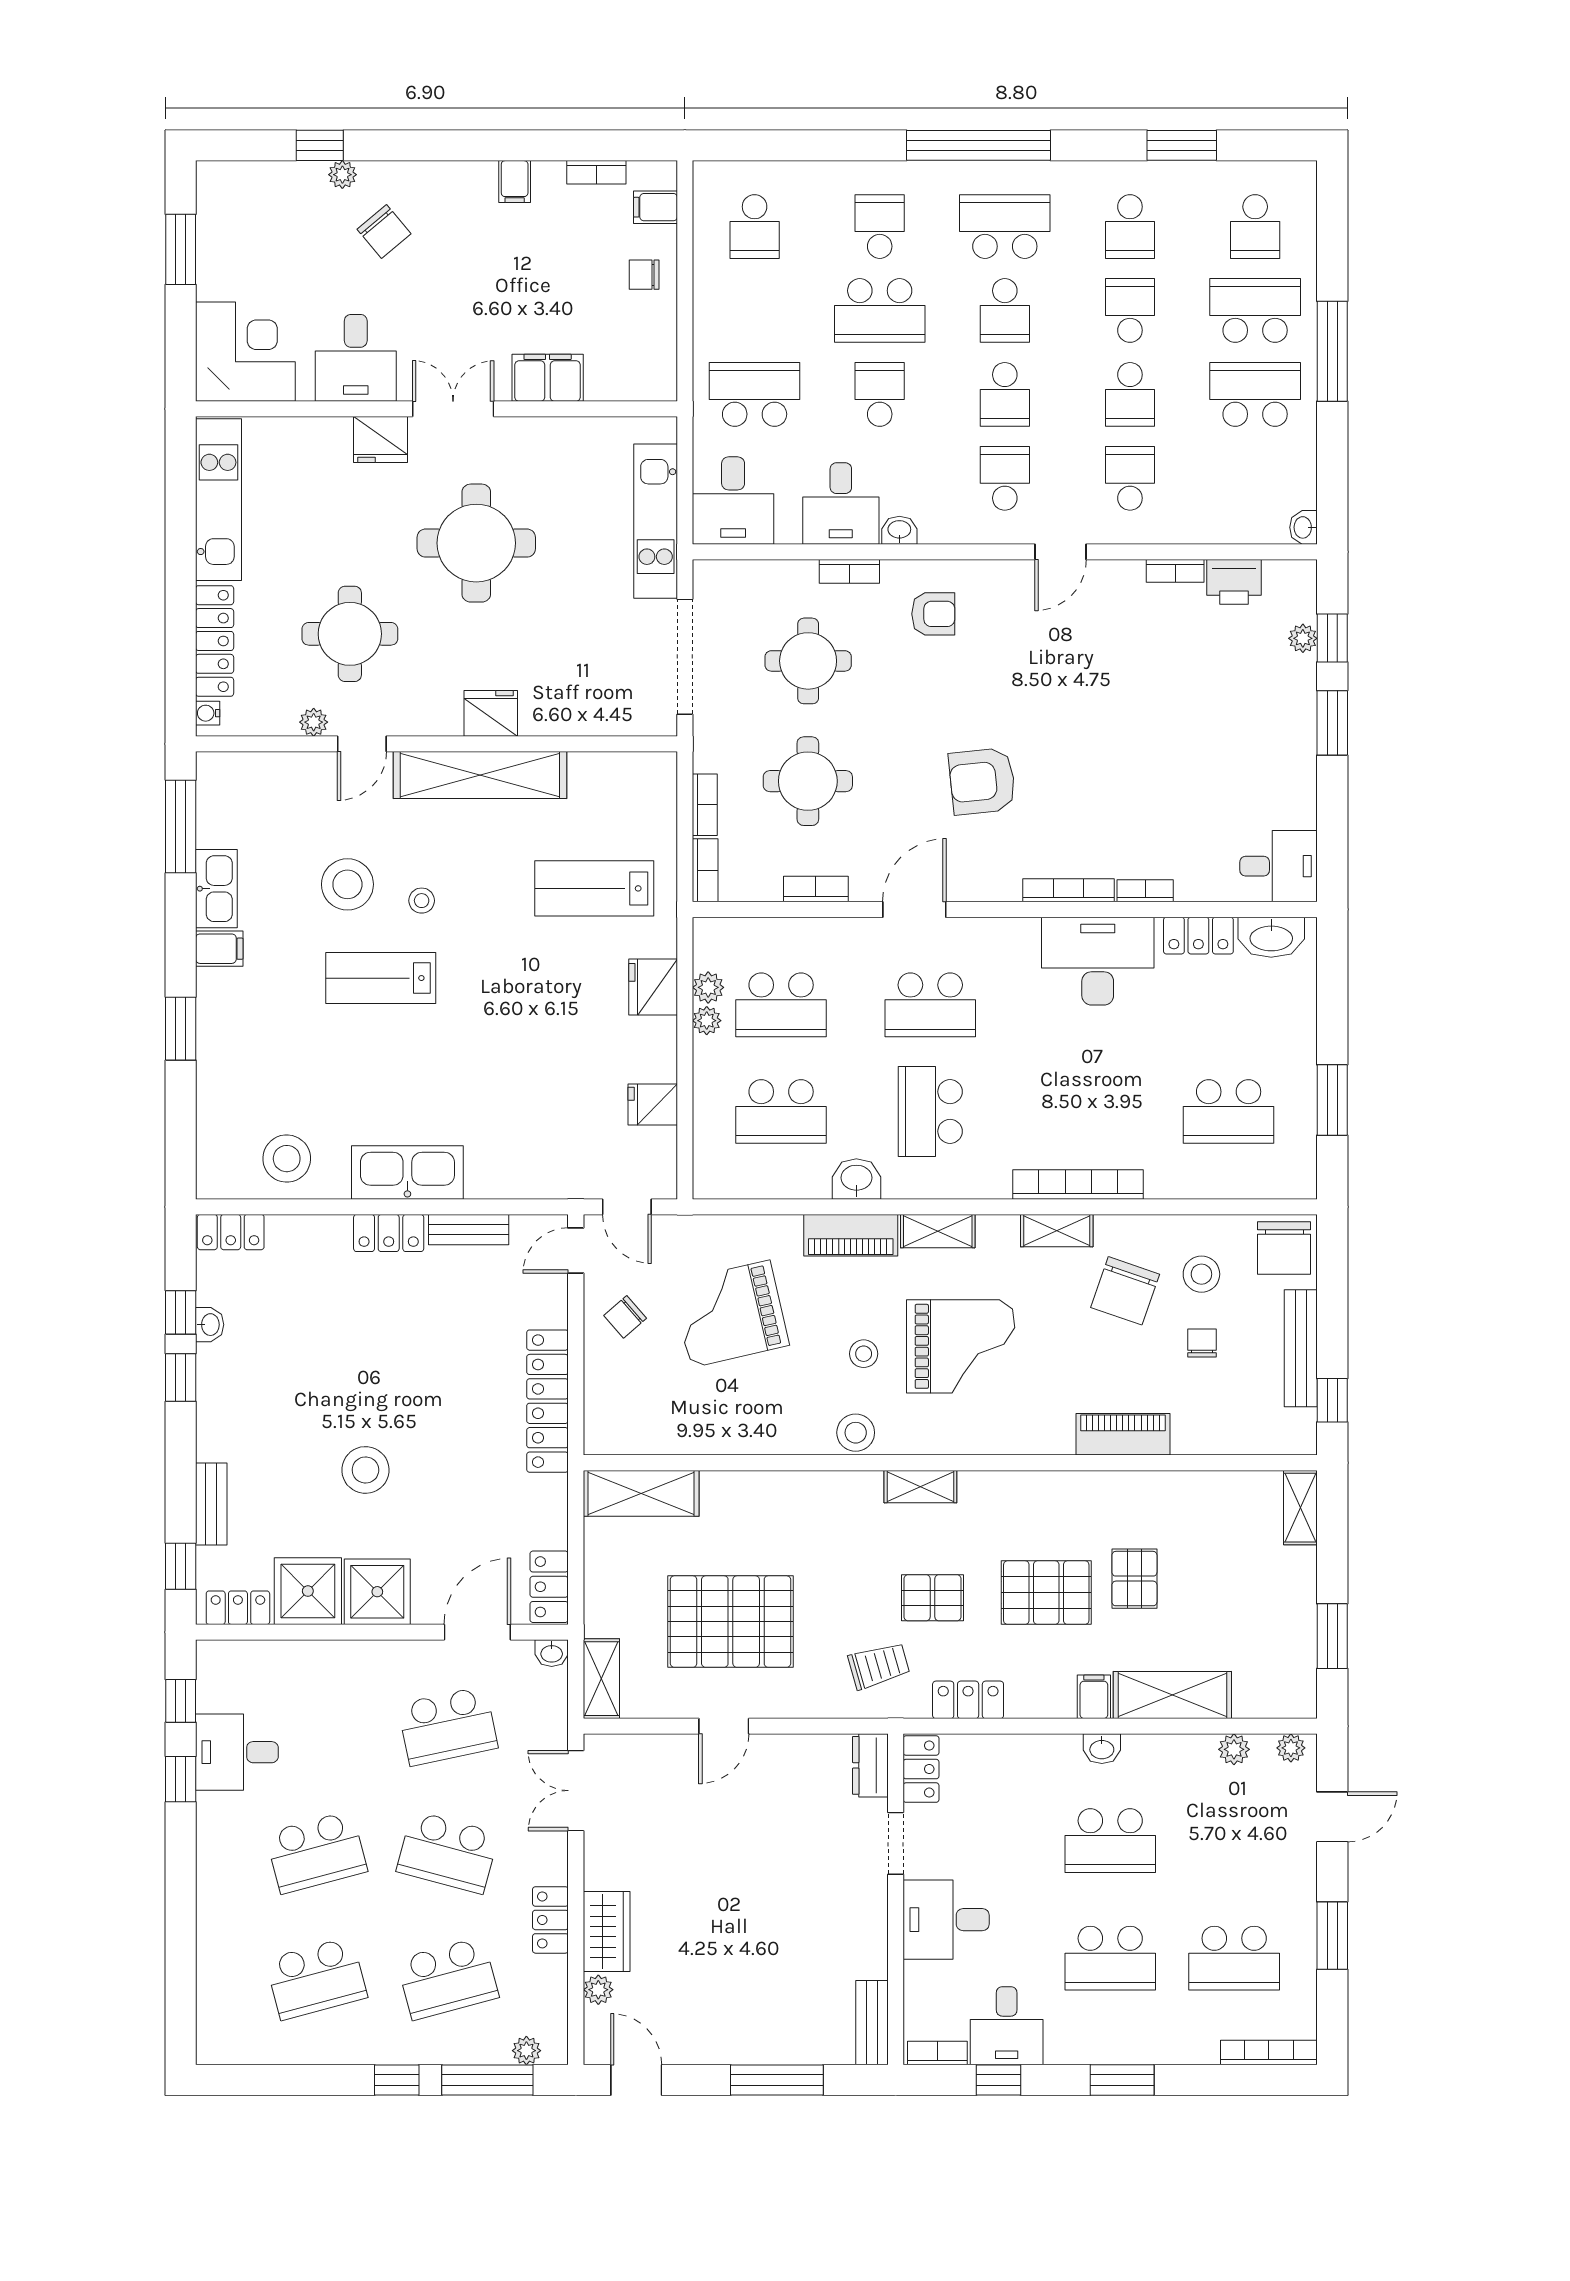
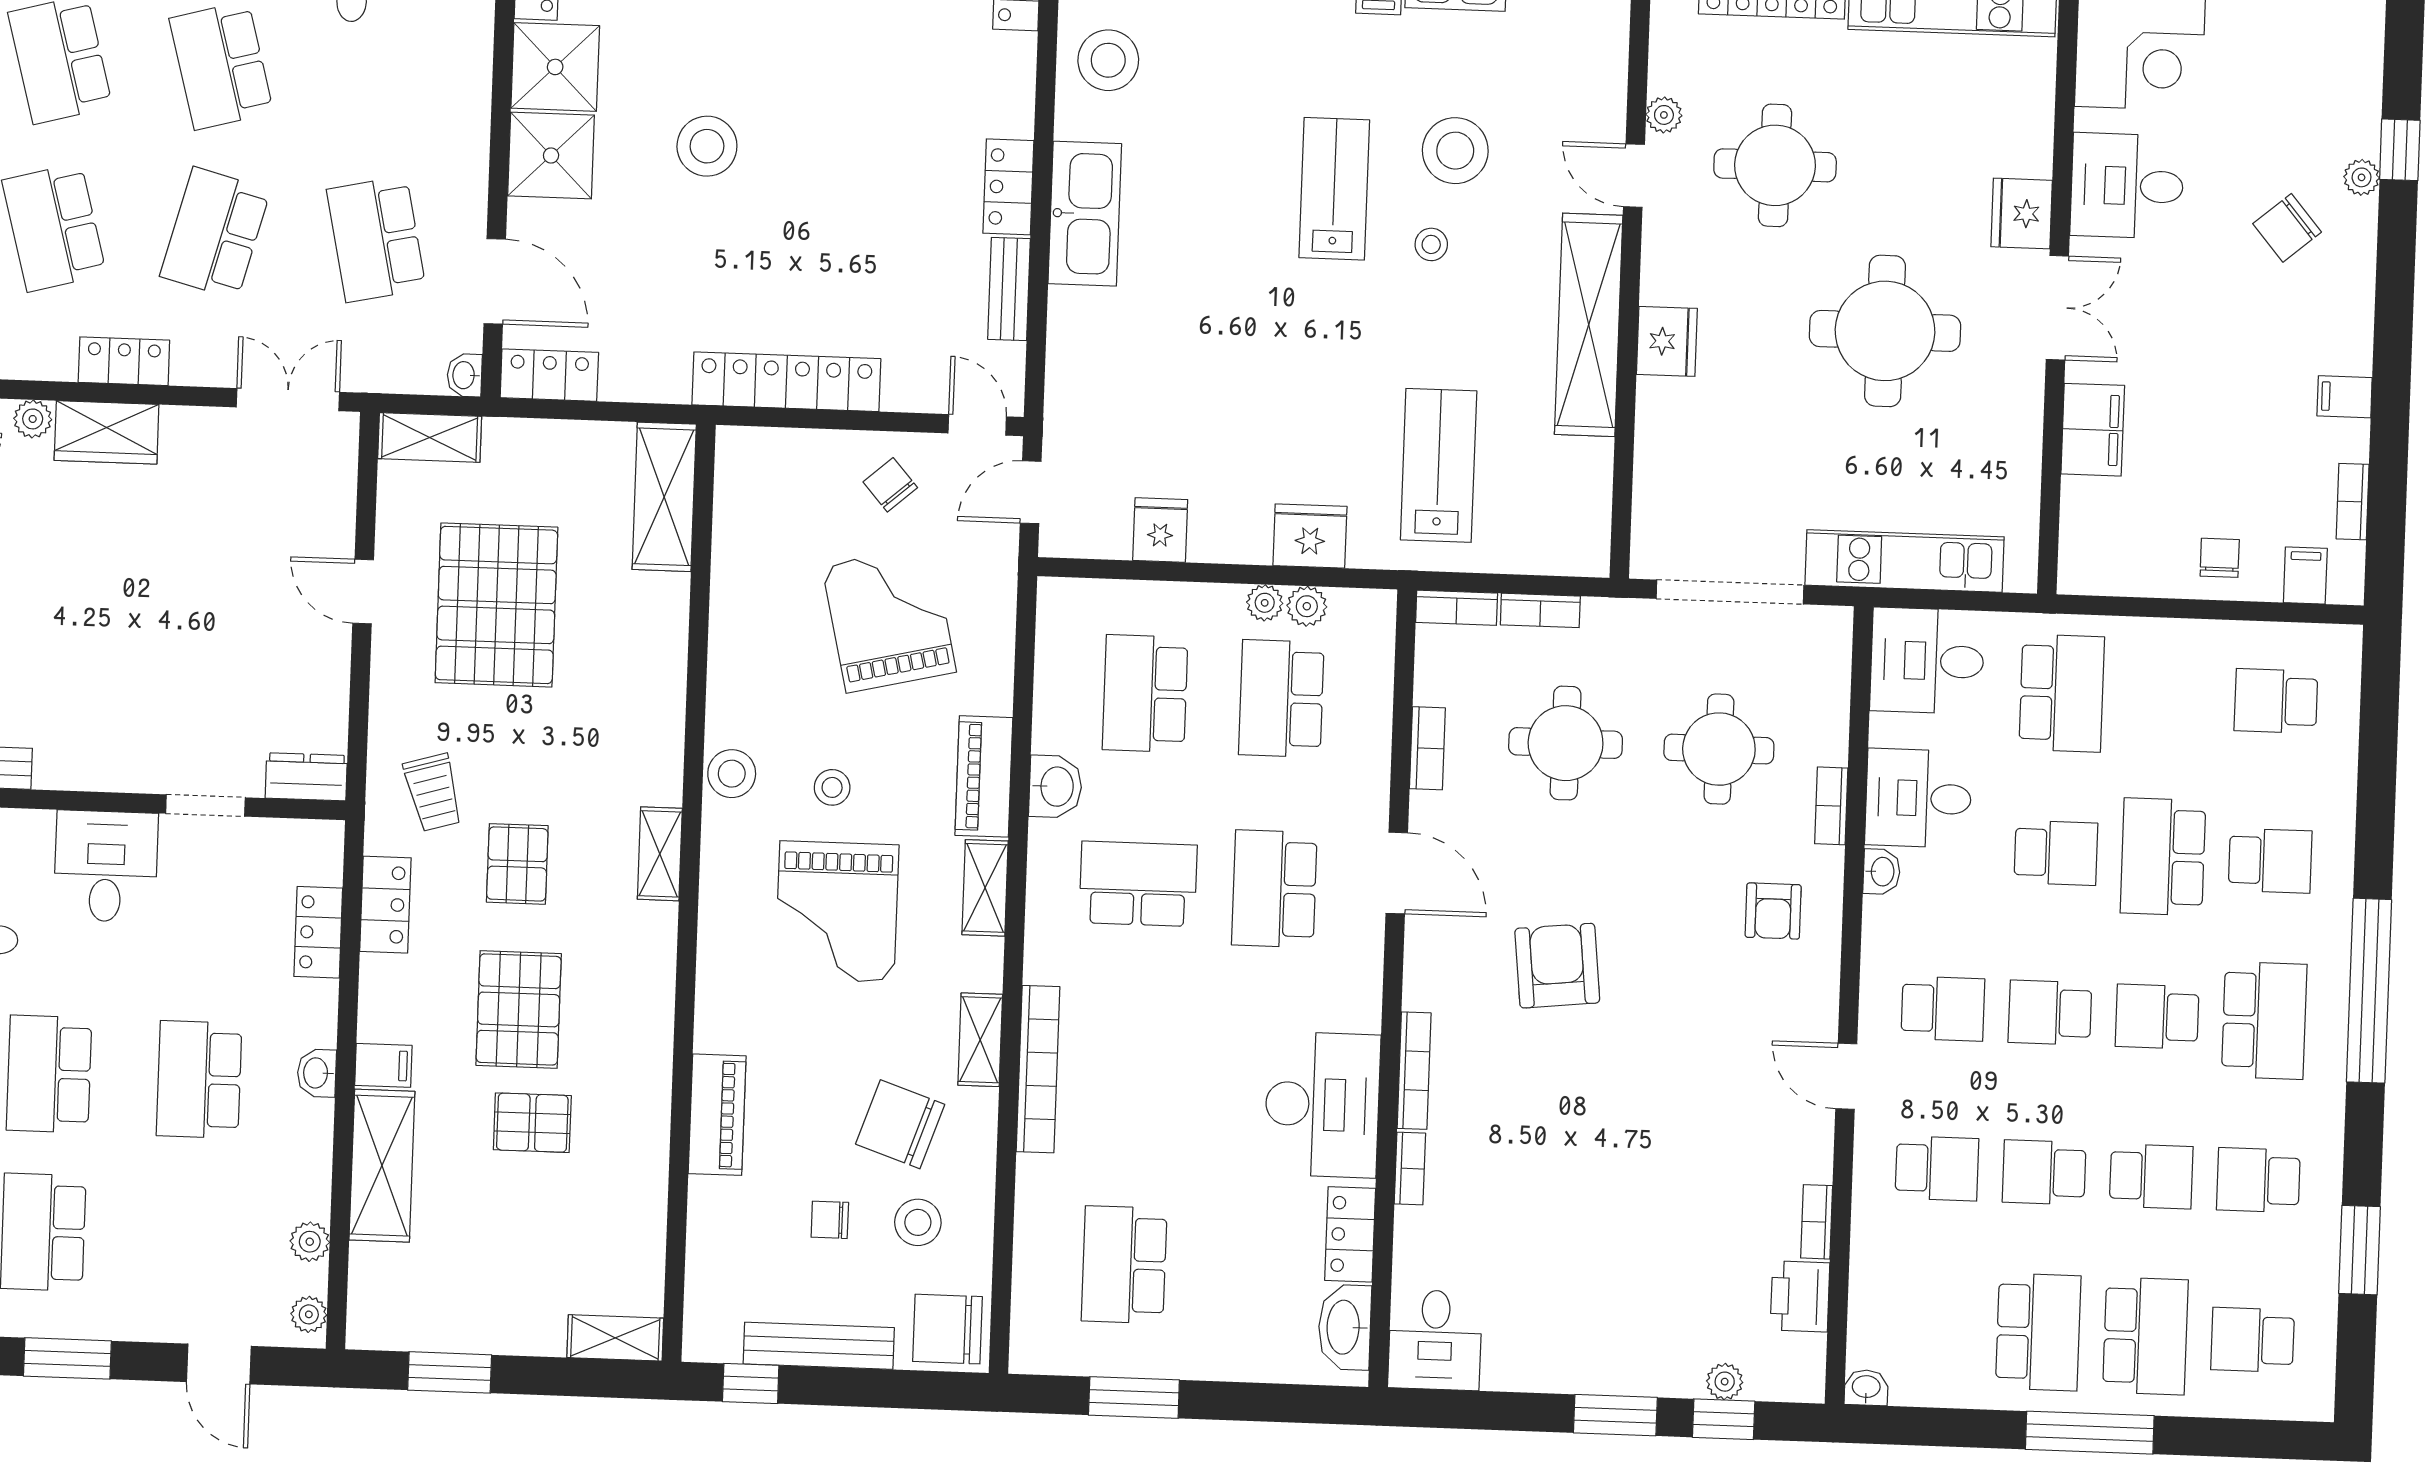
chair: (1202, 1343) -> (830, 1220), turned 180
locker: (921, 1769) -> (318, 932), moved, turned 90

